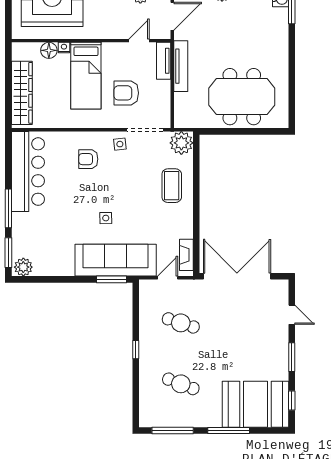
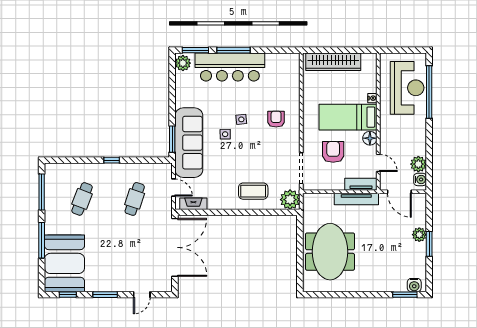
floor lamp: (49, 50) -> (370, 138), moved
side table: (120, 144) -> (241, 119), moved
bar counter: (28, 172) -> (230, 67), moved

